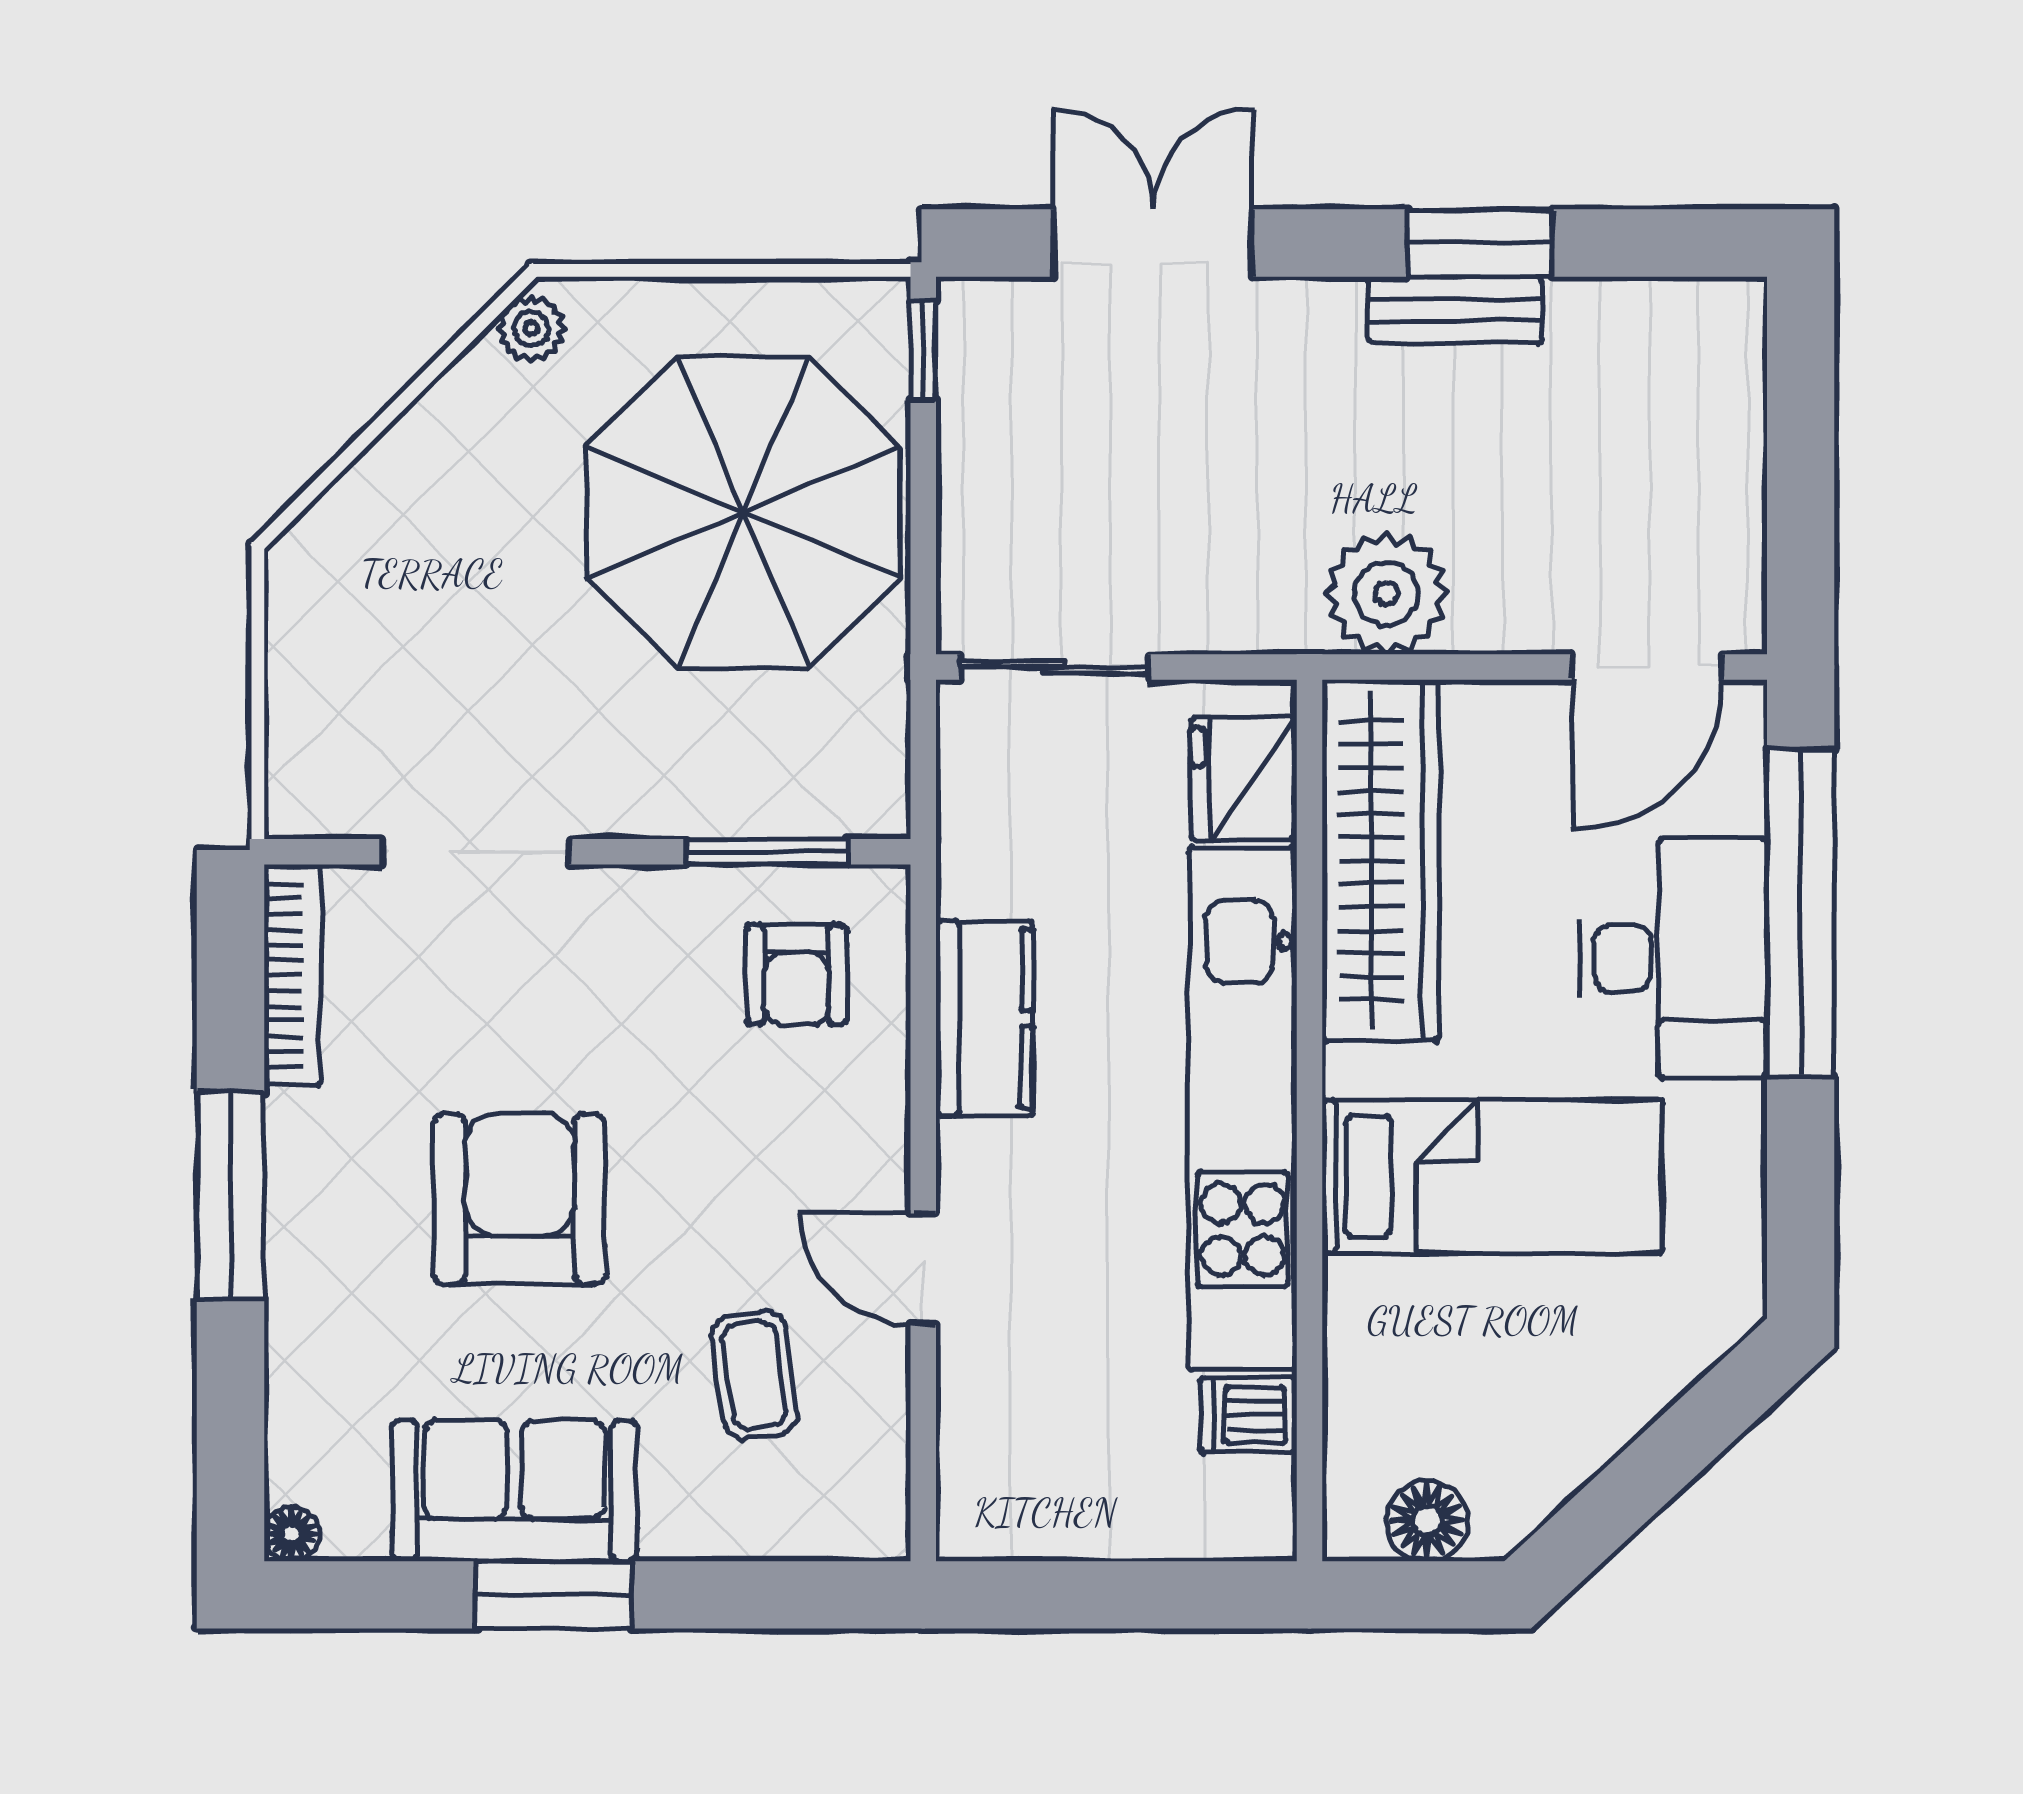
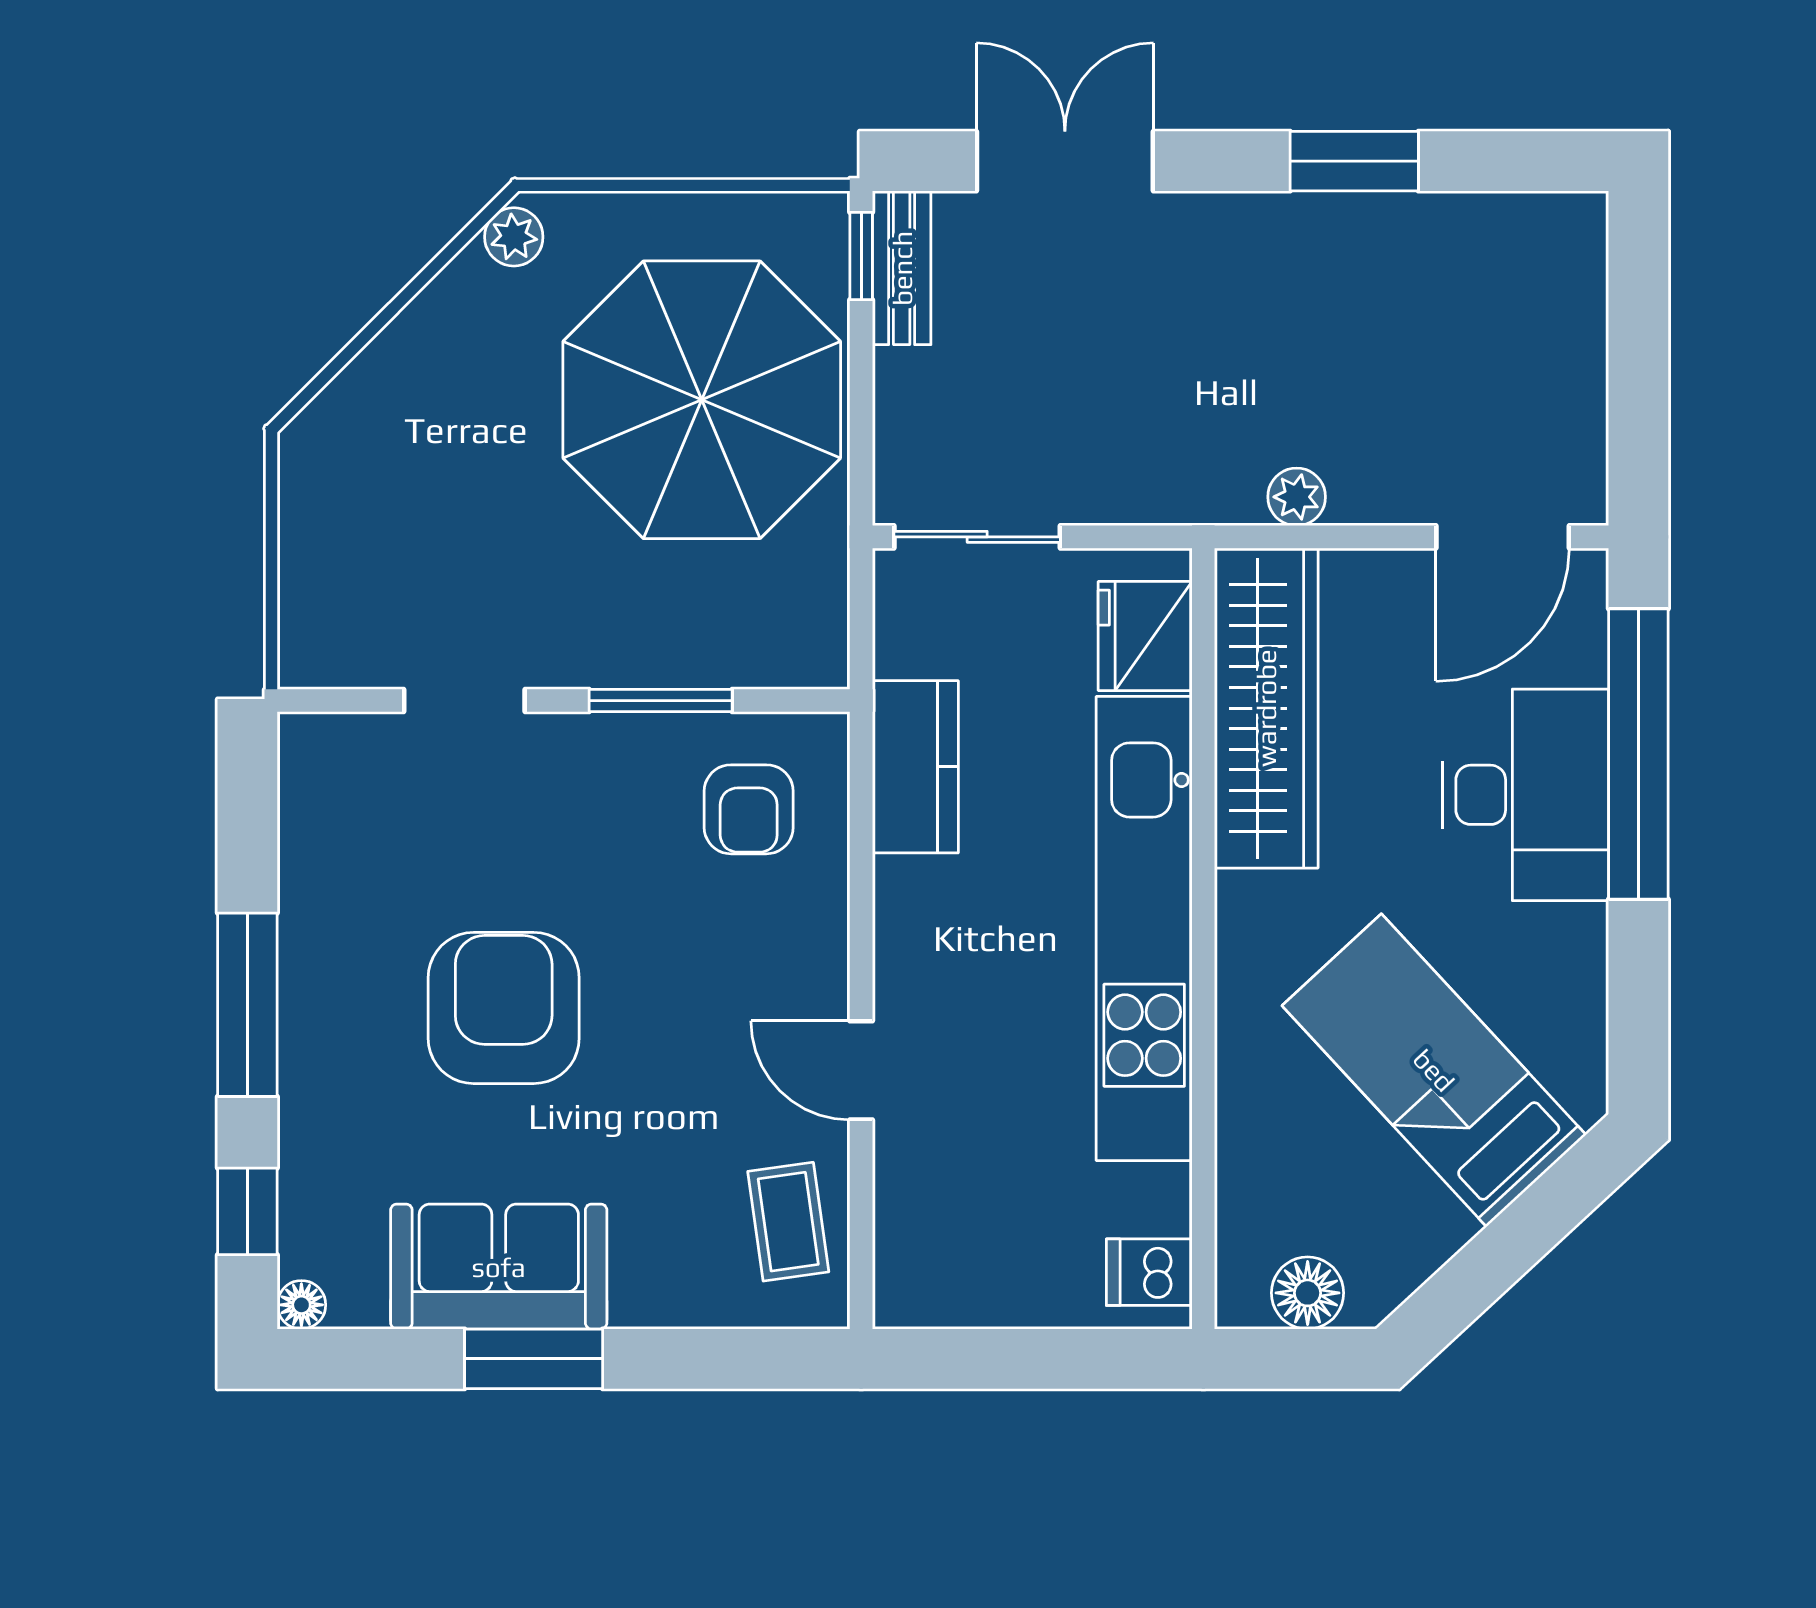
bench: (1455, 310) -> (902, 268), moved, turned 90
plant: (1386, 593) -> (1297, 497), width x0.53, depth x0.53
doorway: (475, 852) -> (464, 701), width x0.73
window: (767, 852) -> (661, 701), moved
bookcase: (292, 975) -> (302, 810), removed
kitchen counter: (984, 1019) -> (915, 767), moved
bed: (1492, 1176) -> (1434, 1070), moved, turned -133
coffee table: (754, 1375) -> (788, 1222), moved
dishwasher: (1248, 1415) -> (1149, 1272), moved
window: (231, 1428) -> (247, 1211), added

